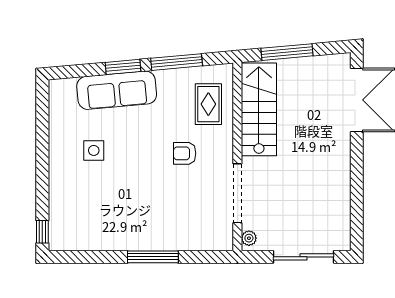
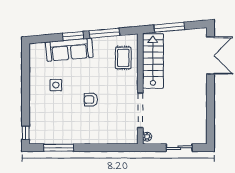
armchair: (185, 153) -> (91, 100), moved
window: (153, 257) -> (59, 148), moved
sliding door: (303, 257) -> (179, 148), width x0.73

